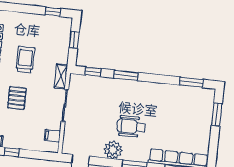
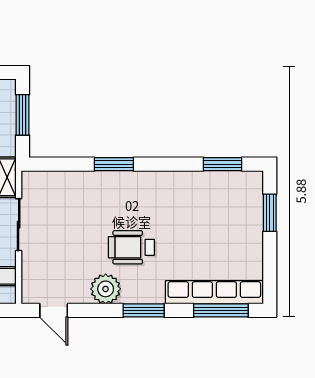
window: (74, 40) -> (23, 115), width x1.50
window: (93, 72) -> (59, 164), removed

